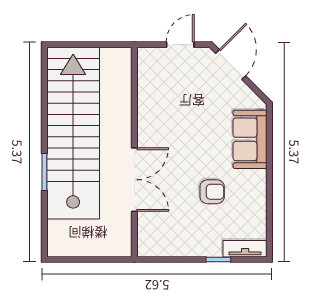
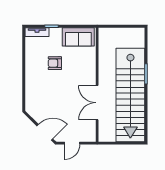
door: (231, 65) -> (45, 132), swing flipped
sofa: (250, 139) -> (78, 37), moved, turned 90
double door: (134, 180) -> (97, 103), moved

